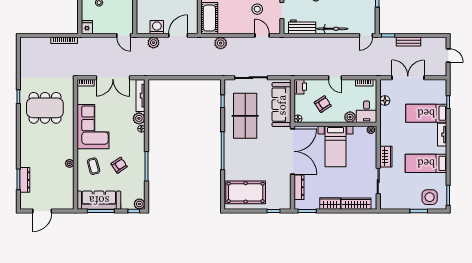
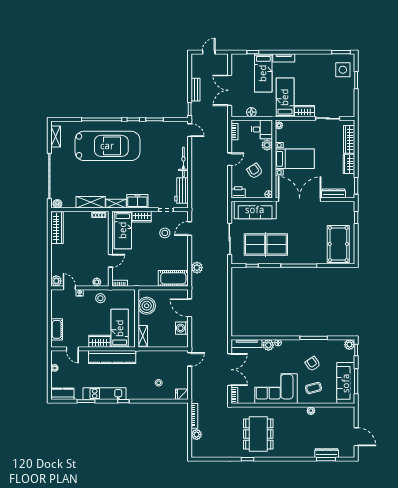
plant: (153, 43) -> (197, 434), moved
bed: (426, 163) -> (285, 97), moved, turned 180

